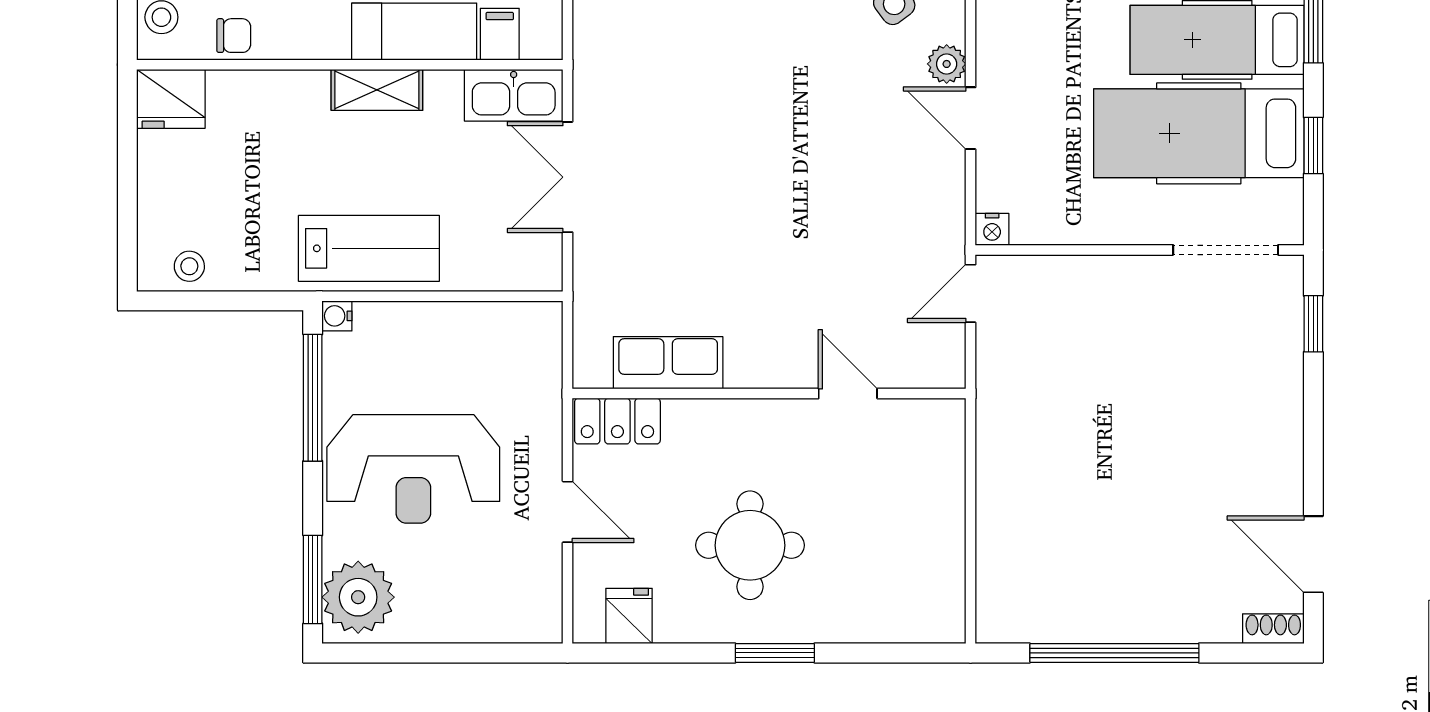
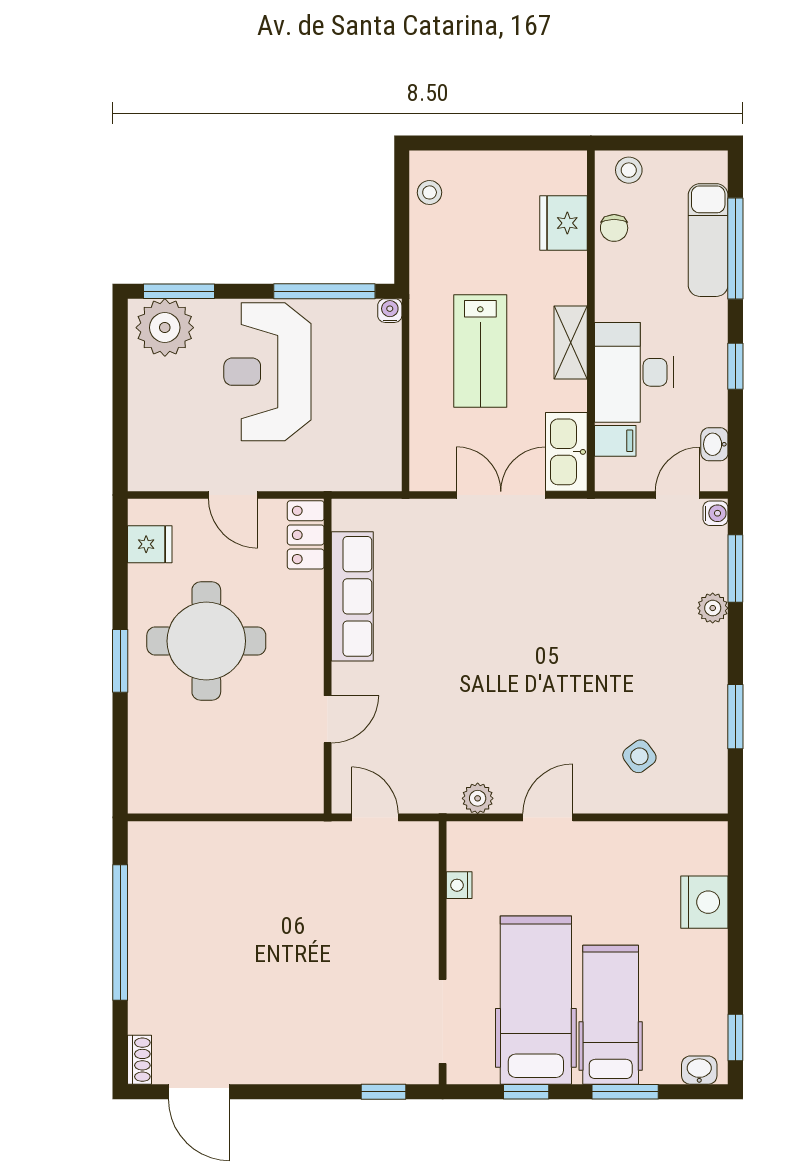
plant: (947, 64) -> (478, 798), moved
fridge: (171, 99) -> (564, 223), moved
nightstand: (992, 229) -> (459, 885), moved
lab bench: (369, 248) -> (480, 351), moved
door: (971, 293) -> (375, 817), moved
row of seats: (668, 363) -> (352, 596), width x1.48
door: (568, 512) -> (233, 495), hinge flipped
round table: (750, 545) -> (206, 641), width x1.36, depth x1.36
door: (1313, 554) -> (199, 1092), swing flipped

